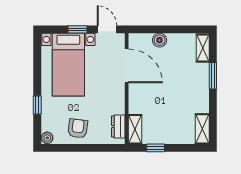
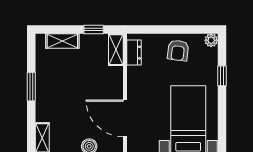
window: (213, 76) -> (31, 87), moved
shelving: (202, 129) -> (62, 41), moved, turned 90

